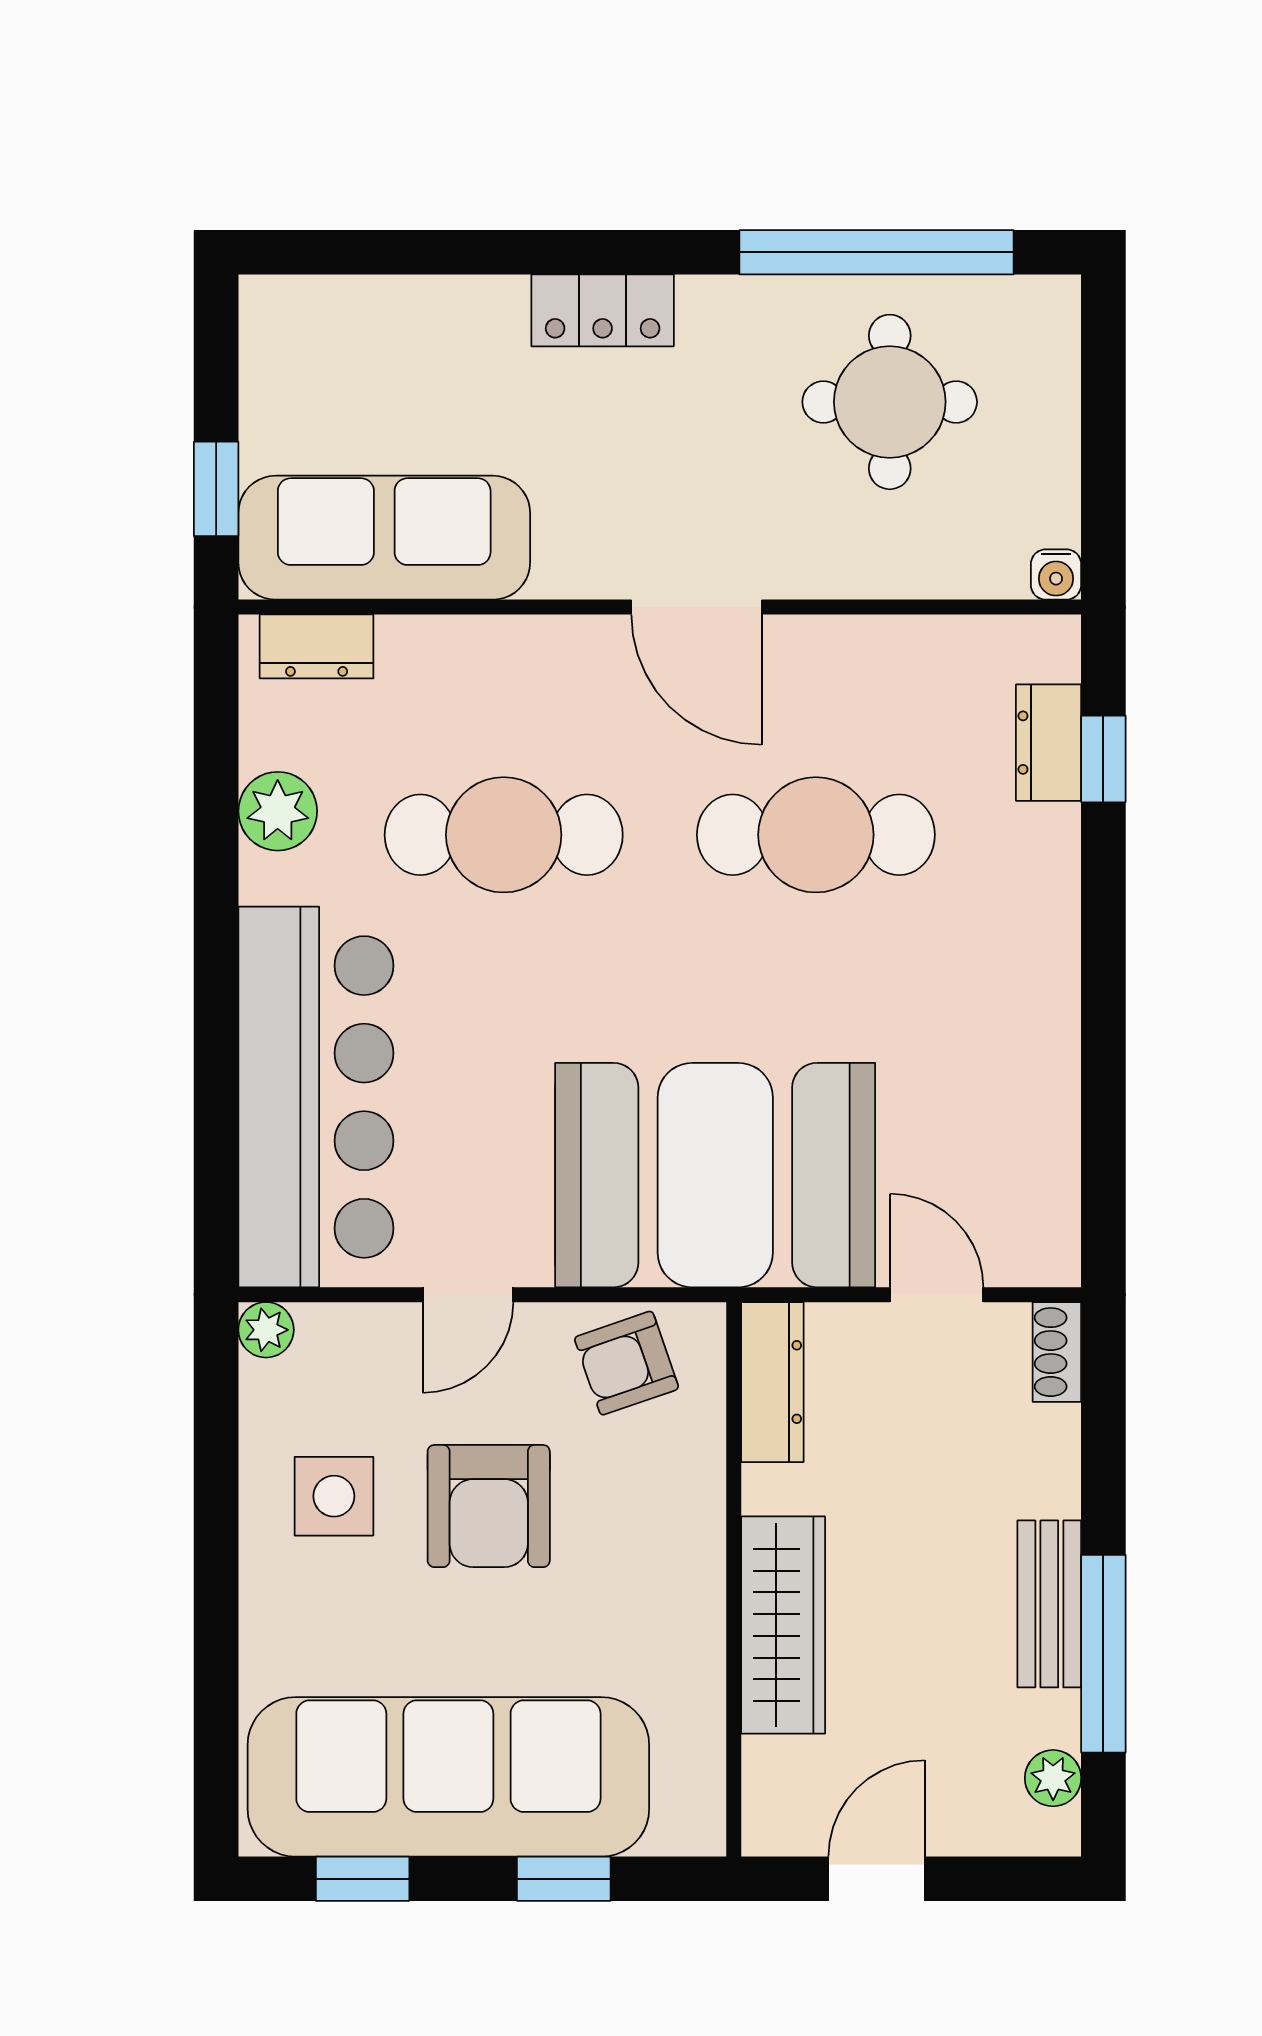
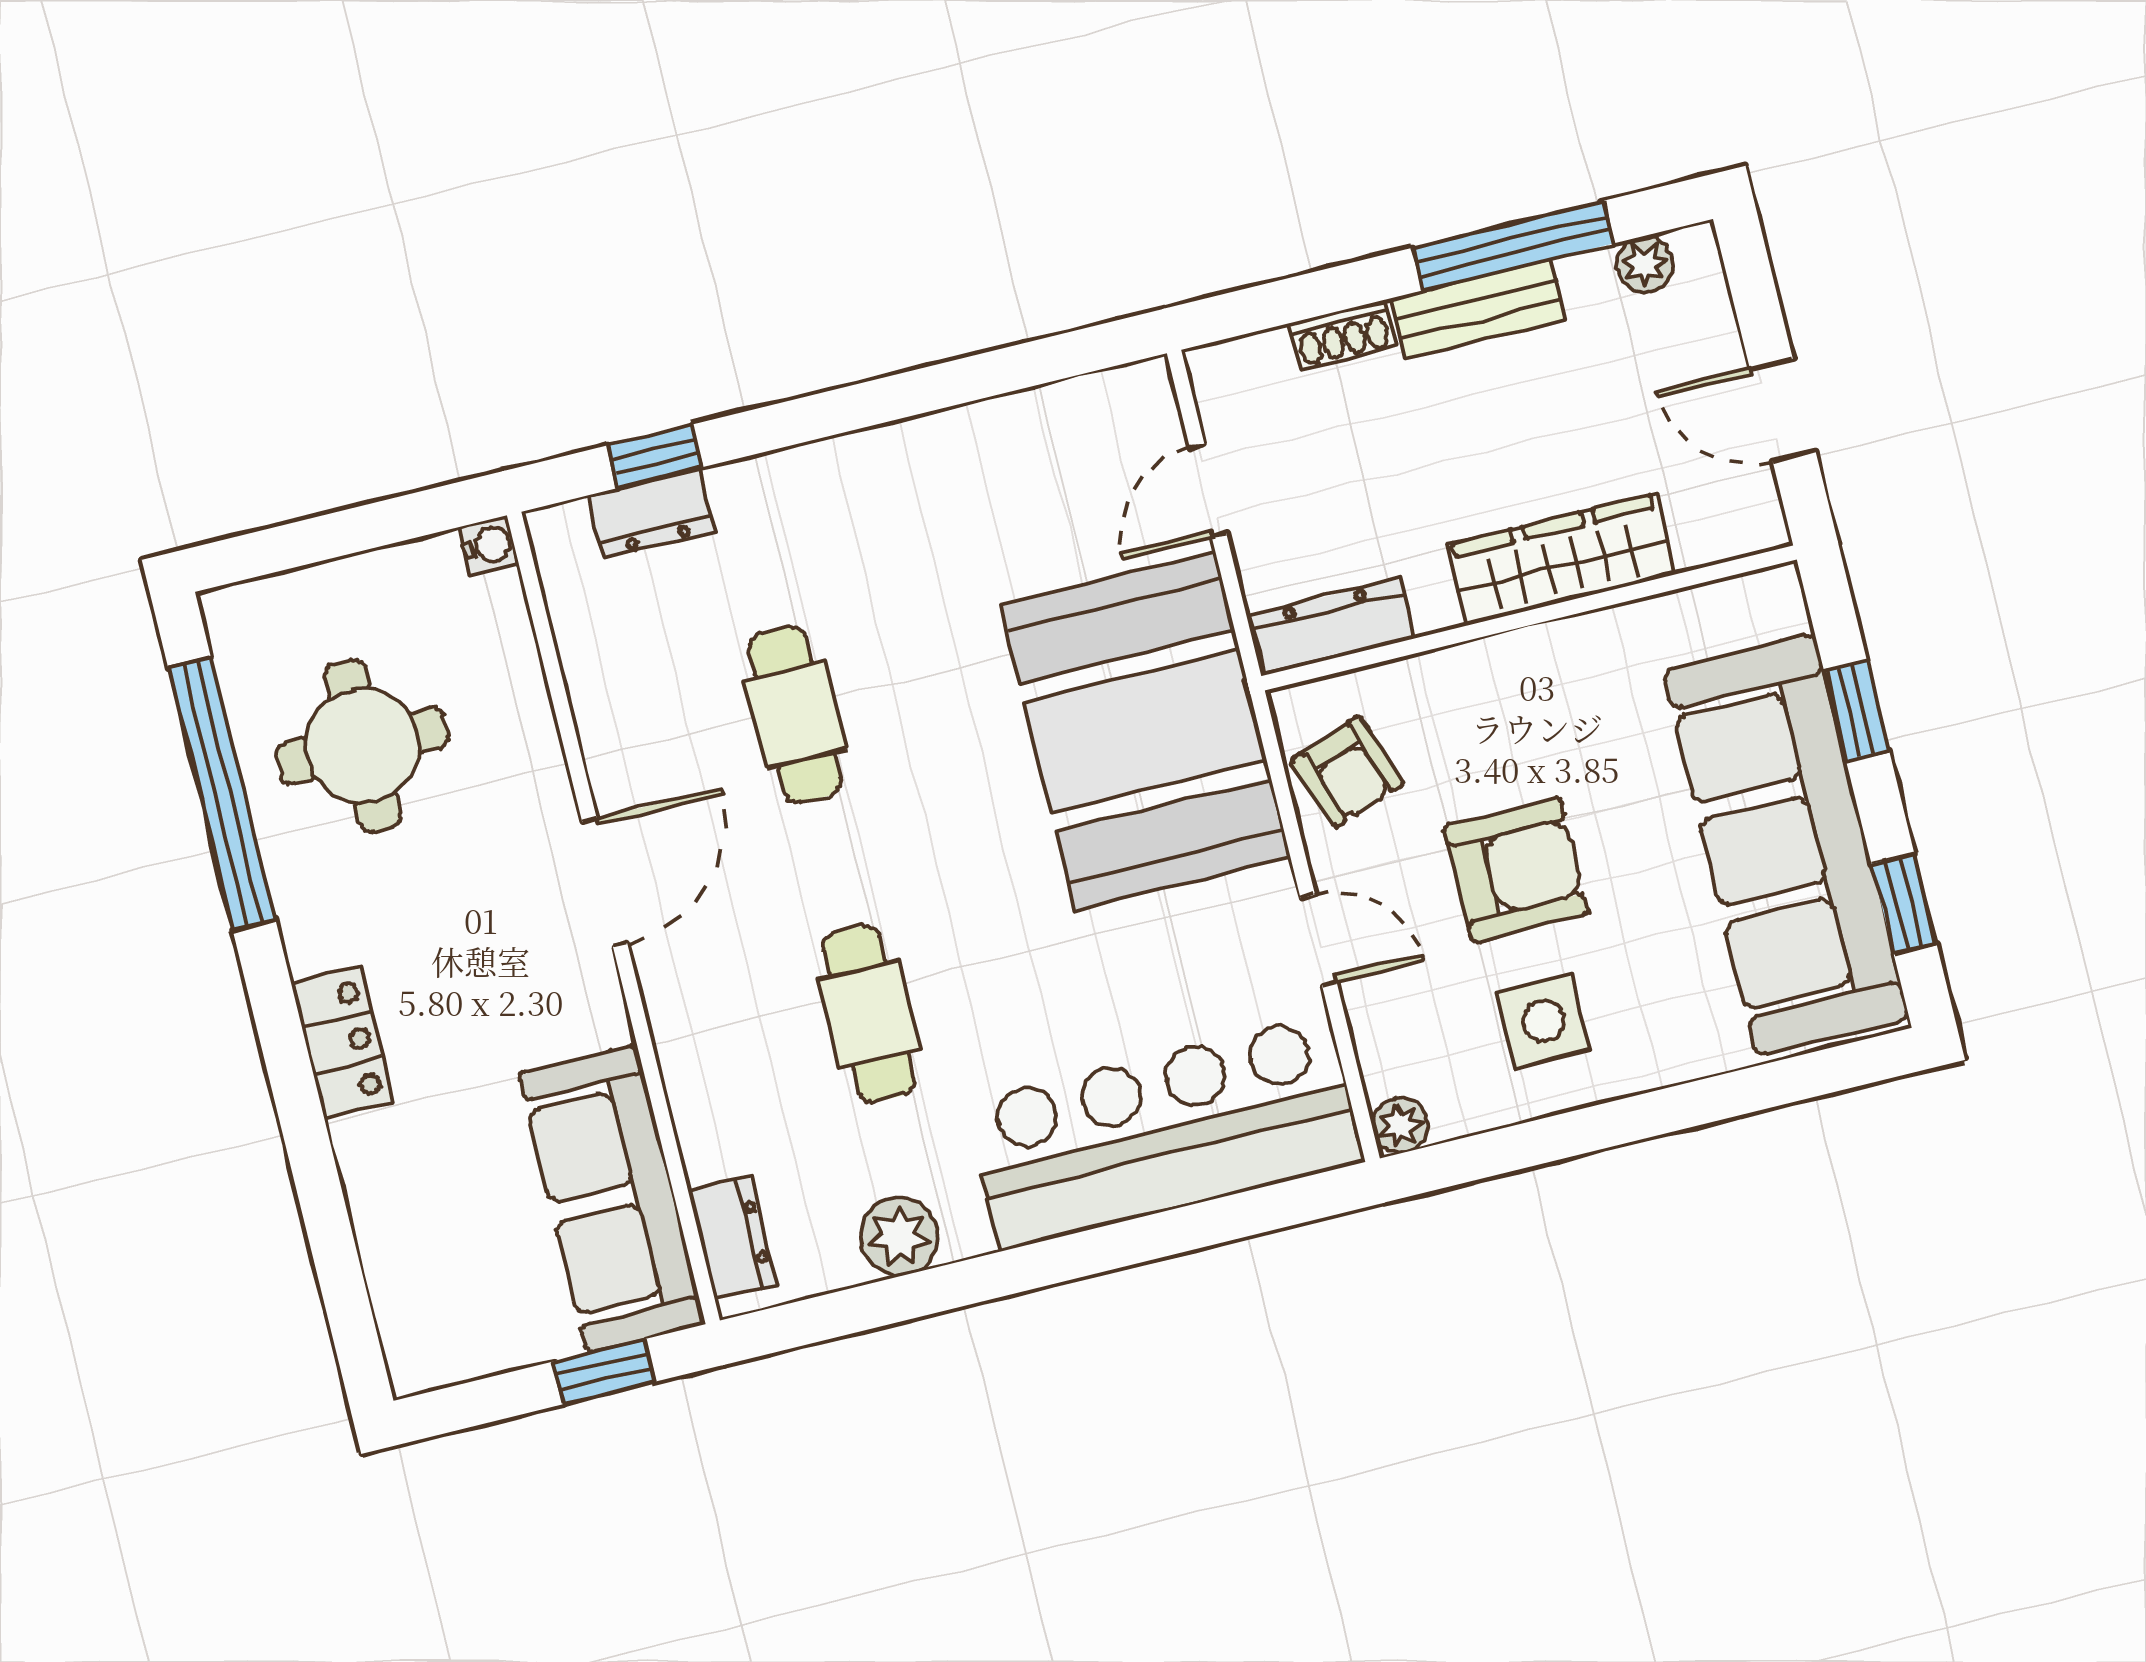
cafe table: (504, 835) -> (869, 1014), width x0.73, depth x0.74
cafe table: (816, 835) -> (795, 714), width x0.73, depth x0.74
shoe rack: (1057, 1352) -> (1343, 335), moved

